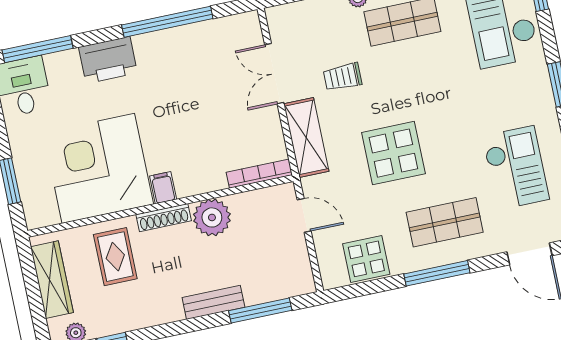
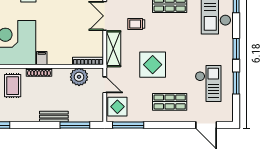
plant: (212, 217) -> (79, 77), moved
display table: (366, 259) -> (117, 107), moved
window: (437, 273) -> (128, 125), moved

